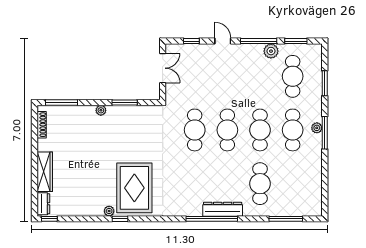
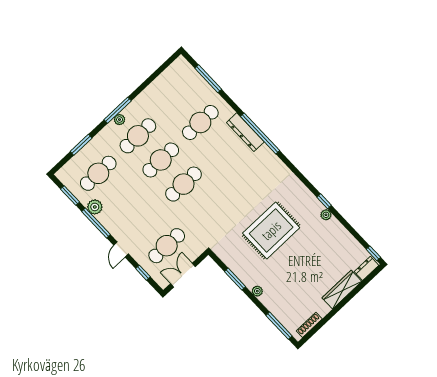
cafe table: (195, 130) -> (167, 246), moved
rug: (134, 188) -> (271, 230), moved

